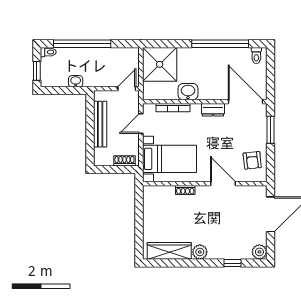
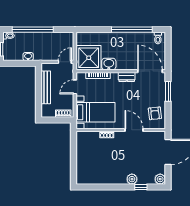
shower: (160, 64) -> (89, 58), moved
wardrobe: (169, 251) -> (95, 178), removed
plant: (200, 252) -> (132, 179), moved

